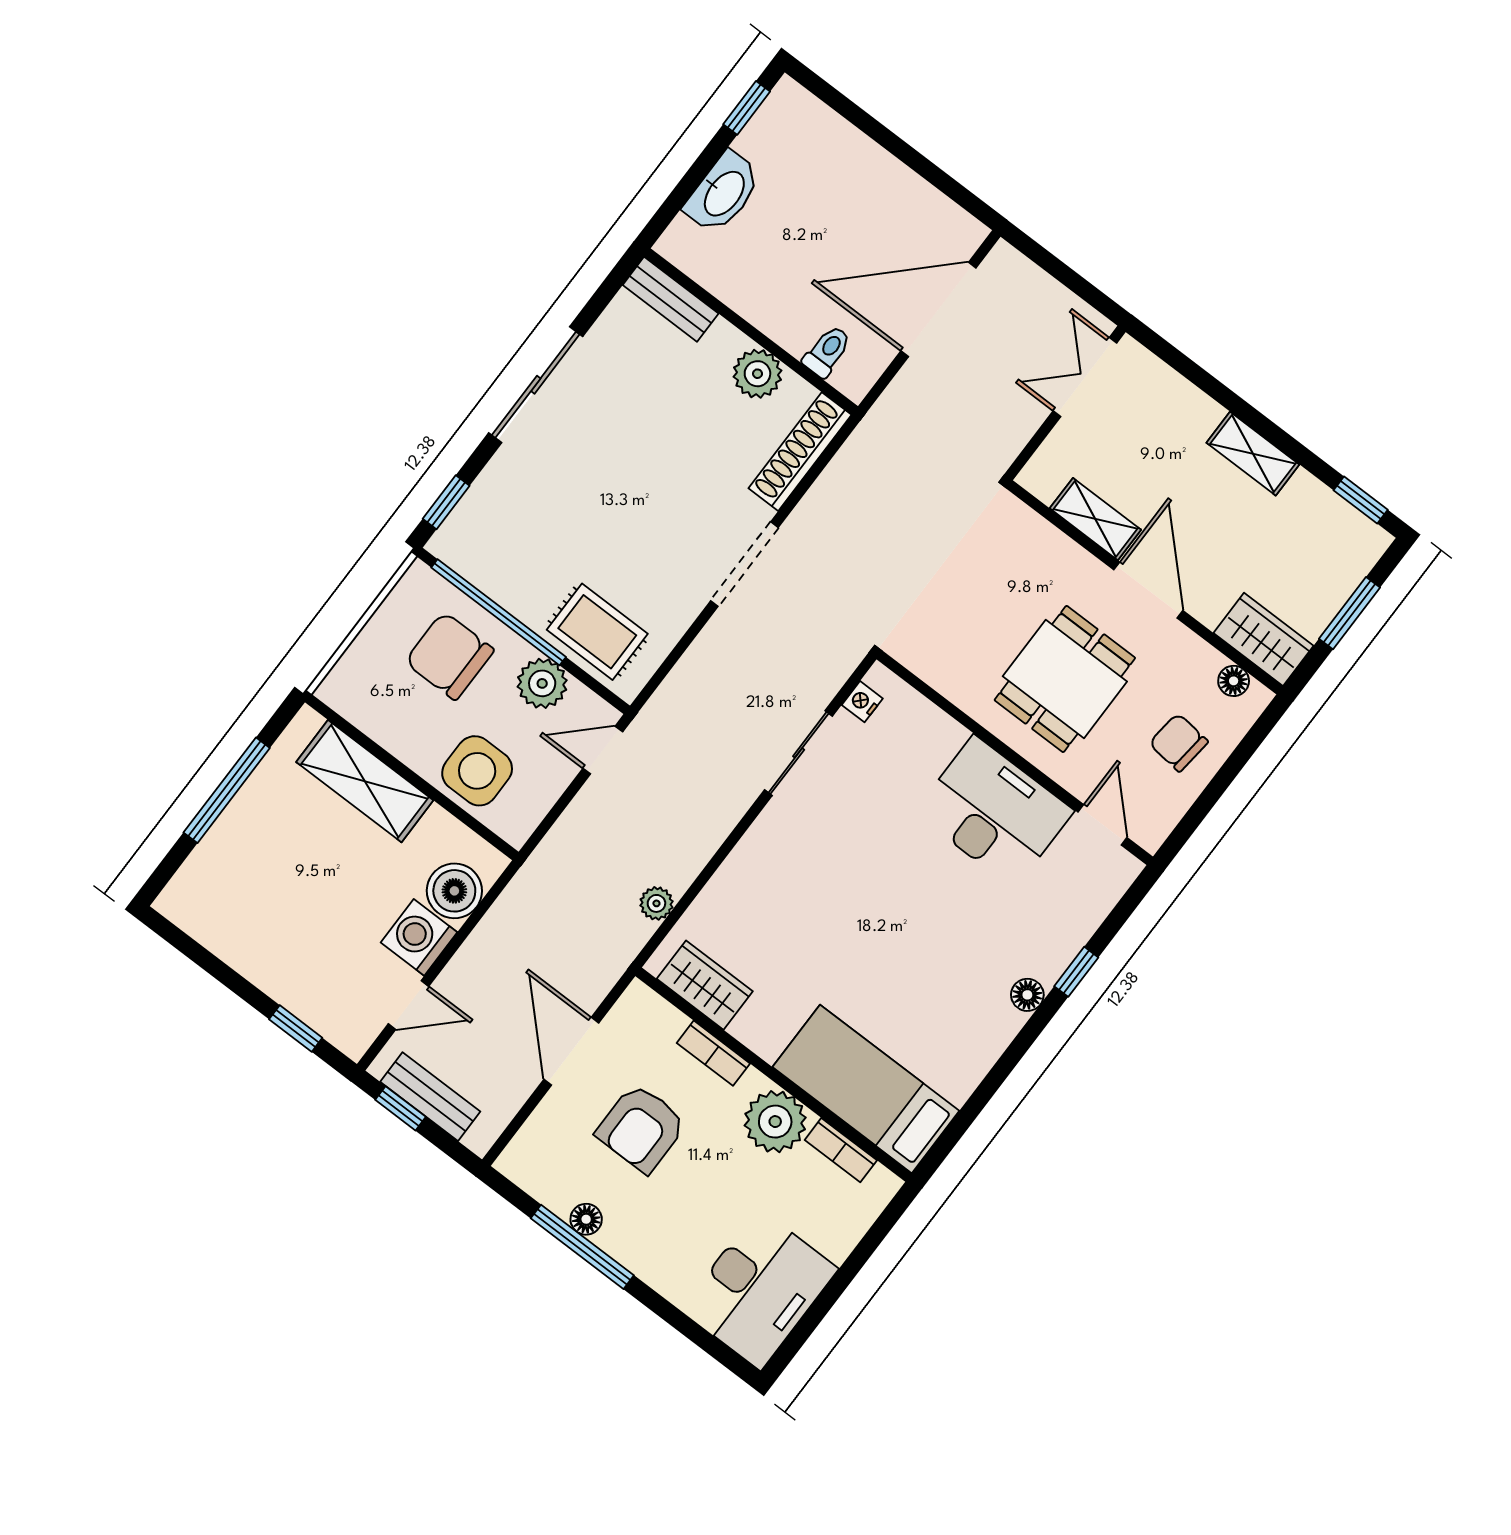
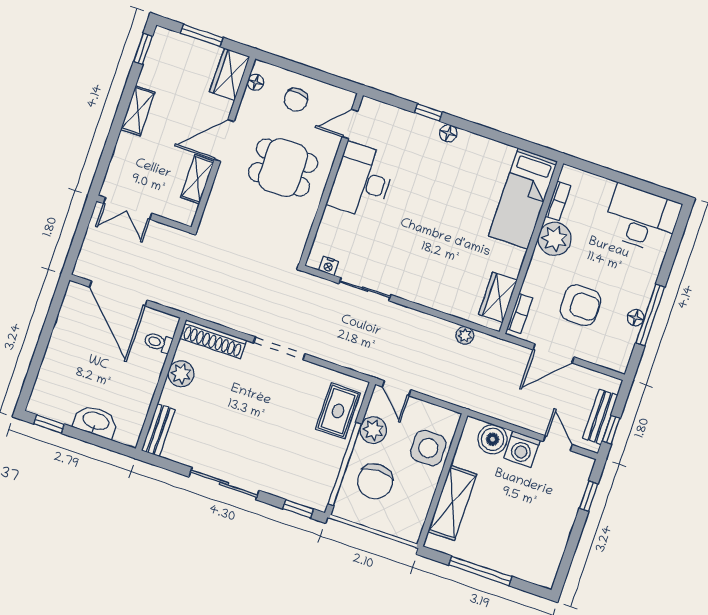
bookcase: (713, 1053) -> (520, 313), moved

